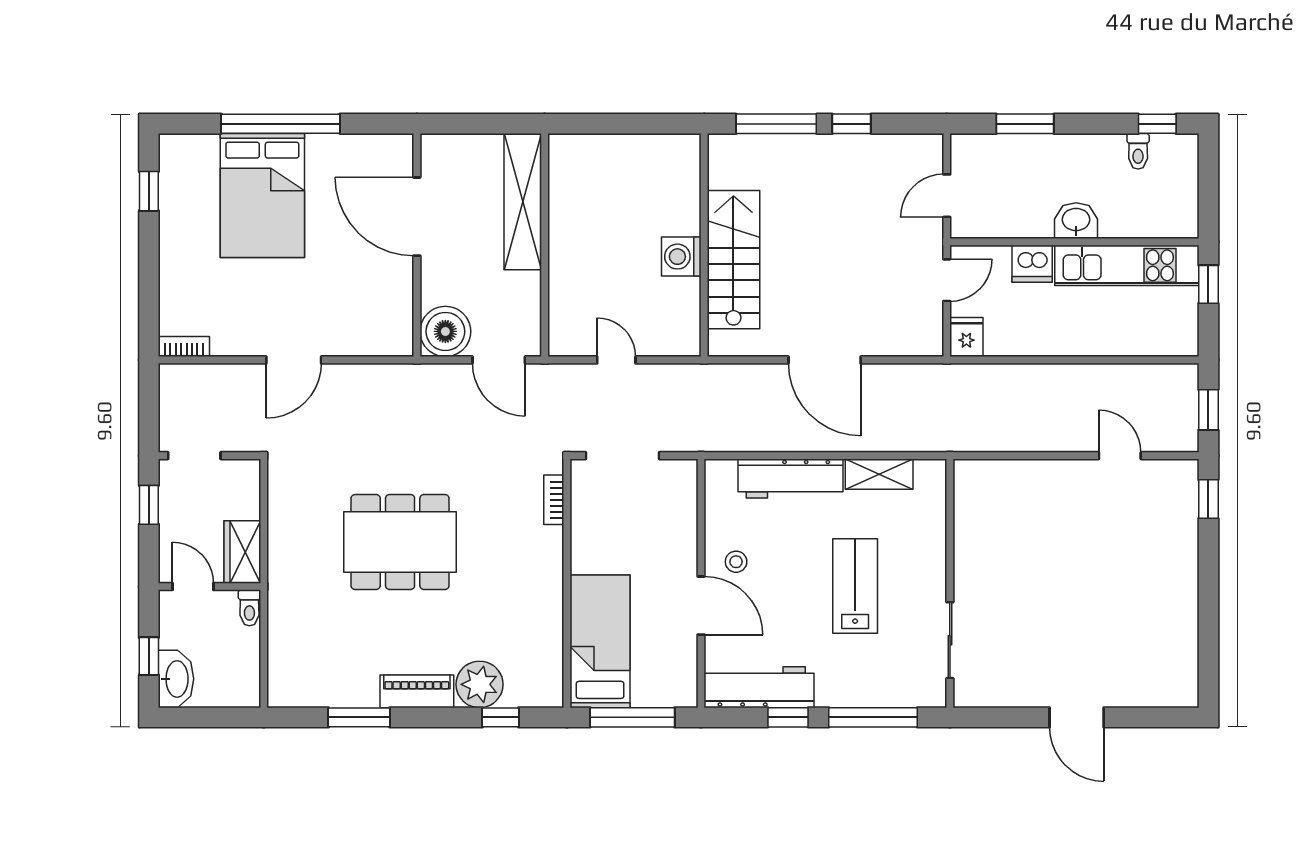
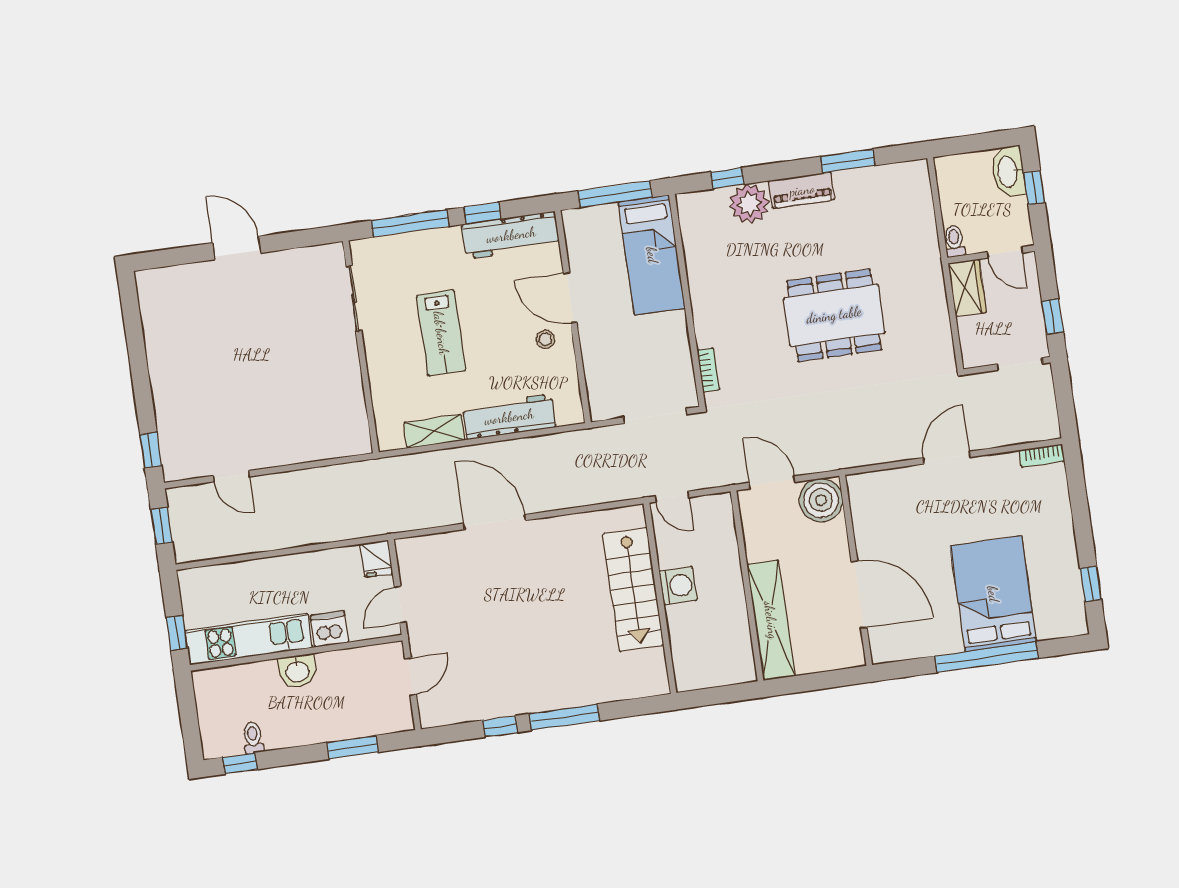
wall: (704, 245) -> (660, 598), moved
washing machine: (681, 257) -> (678, 586), moved
stairs: (733, 260) -> (633, 589), moved

